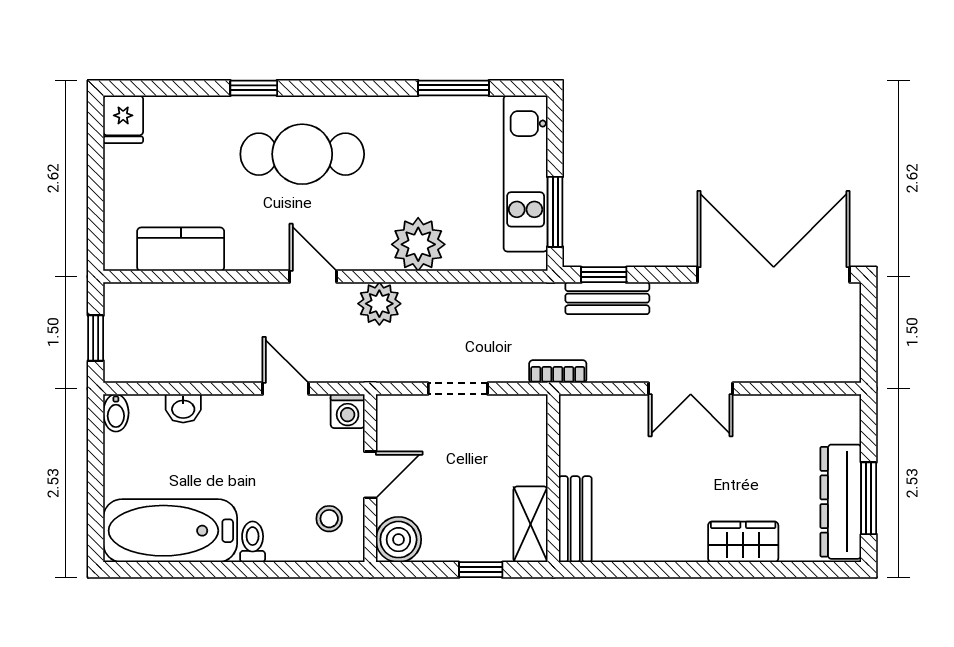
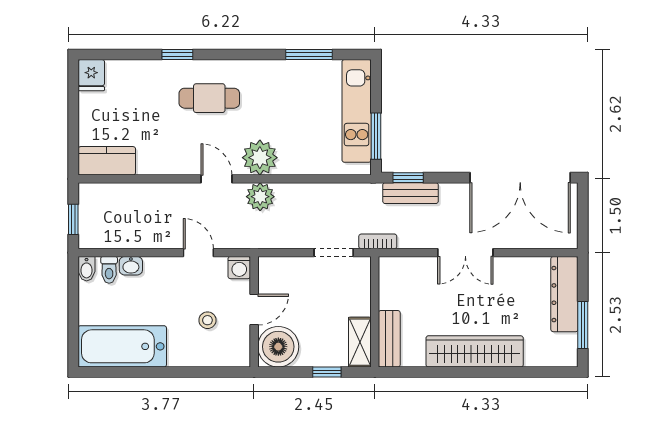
cafe table: (302, 154) -> (209, 98), width x0.73, depth x0.74
plant: (418, 244) -> (260, 158), moved
kitchen counter: (181, 249) -> (107, 161), moved
double door: (774, 275) -> (520, 178), swing flipped
doorway: (458, 389) -> (334, 253), moved
dresser: (841, 502) -> (564, 294), moved
stool: (329, 519) -> (207, 320), moved
boiler: (398, 540) -> (278, 347), width x1.37, depth x1.37
toilet: (253, 542) -> (109, 270), moved, turned 180
wardrobe: (743, 542) -> (475, 351), width x2.10, depth x1.17

